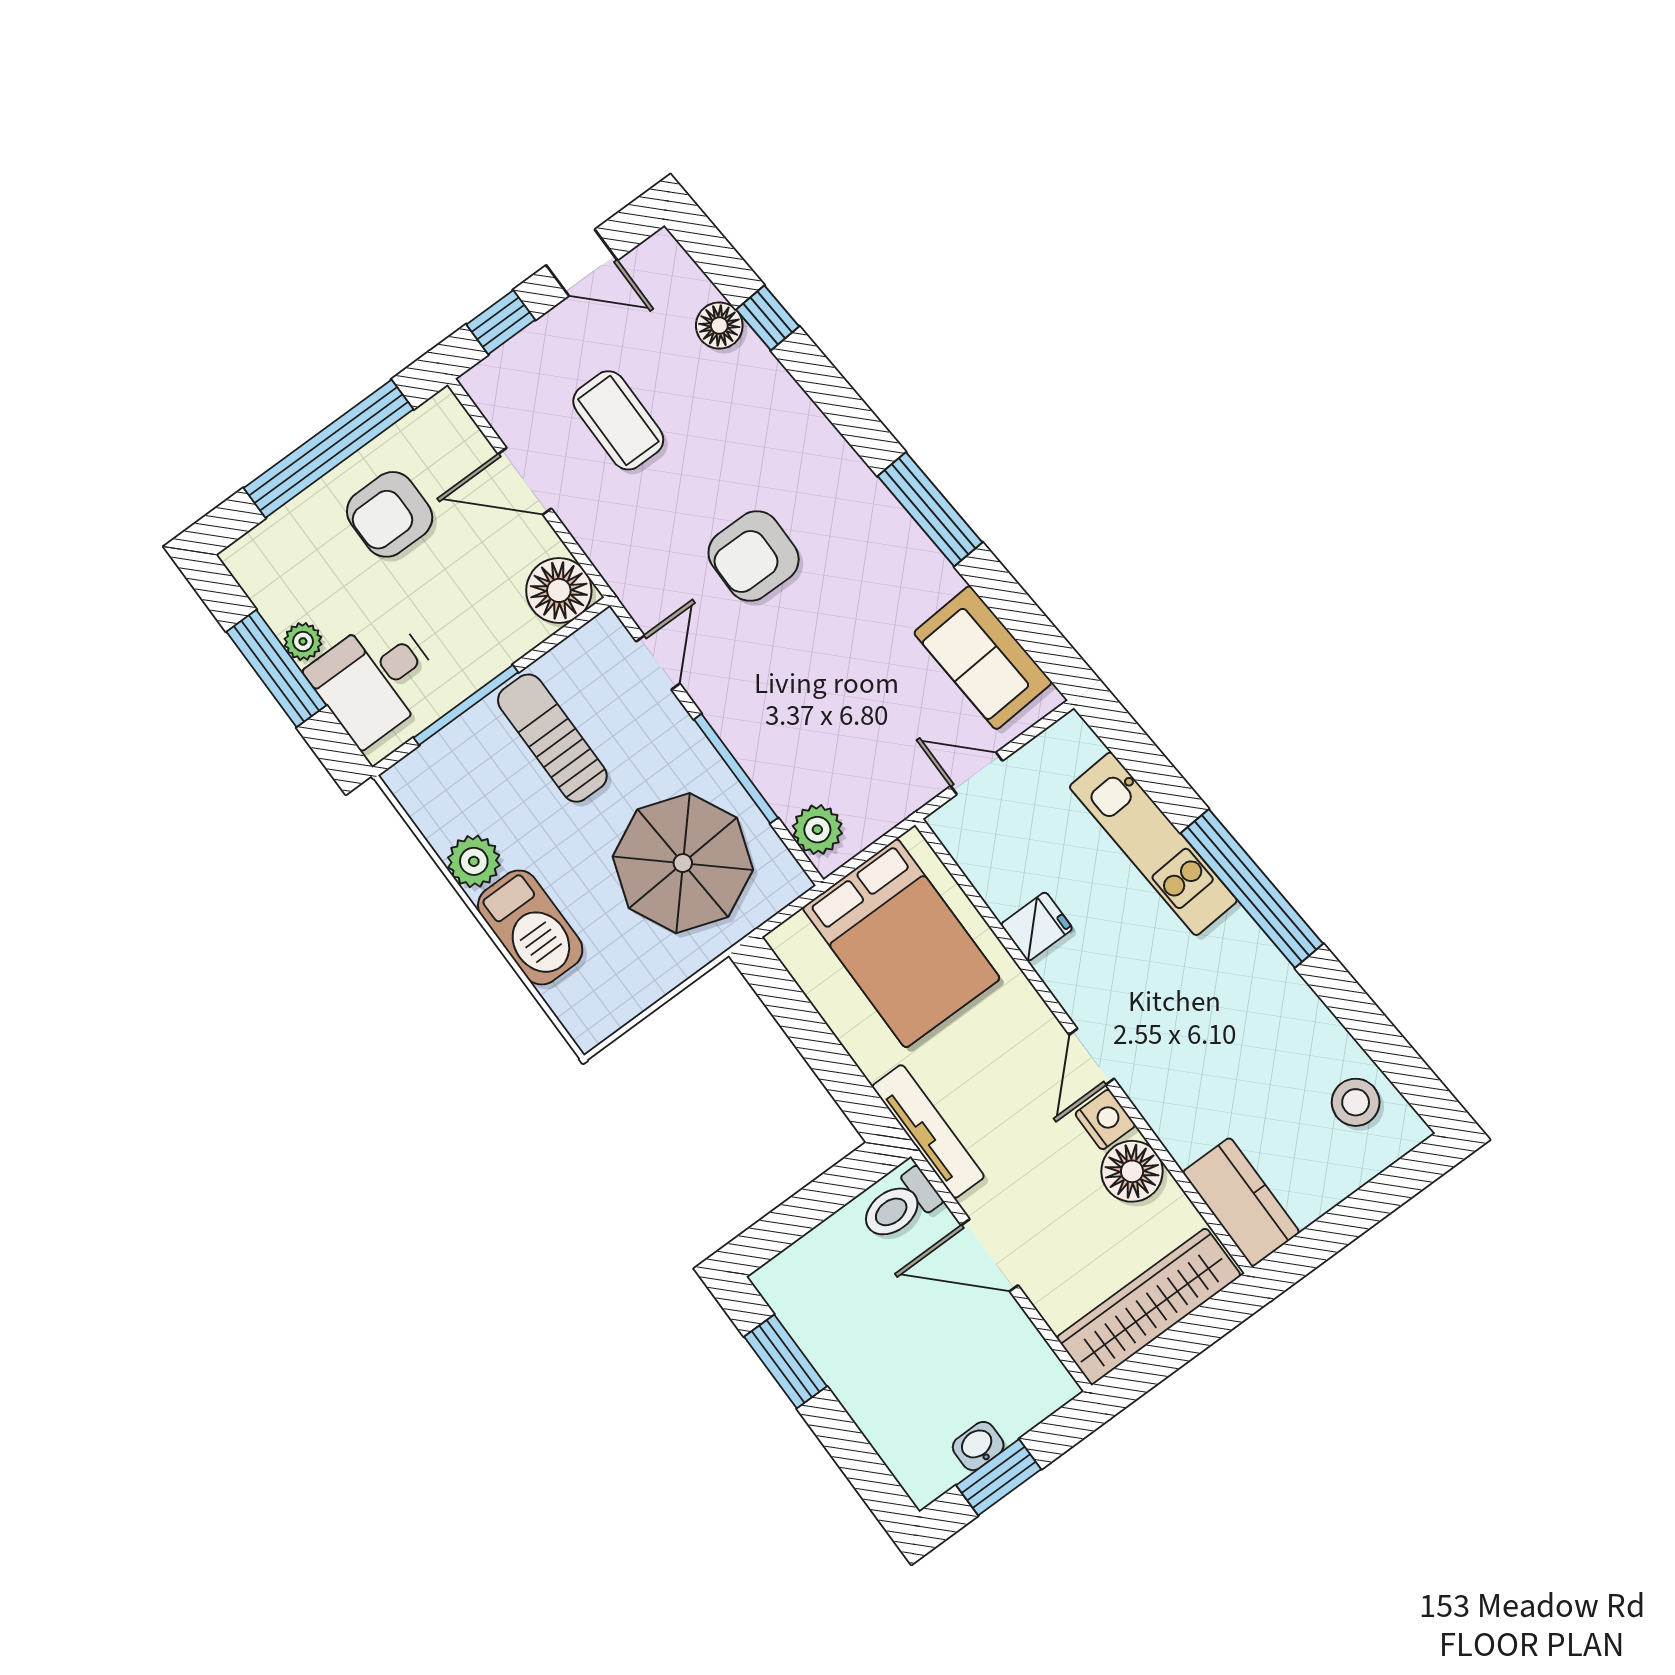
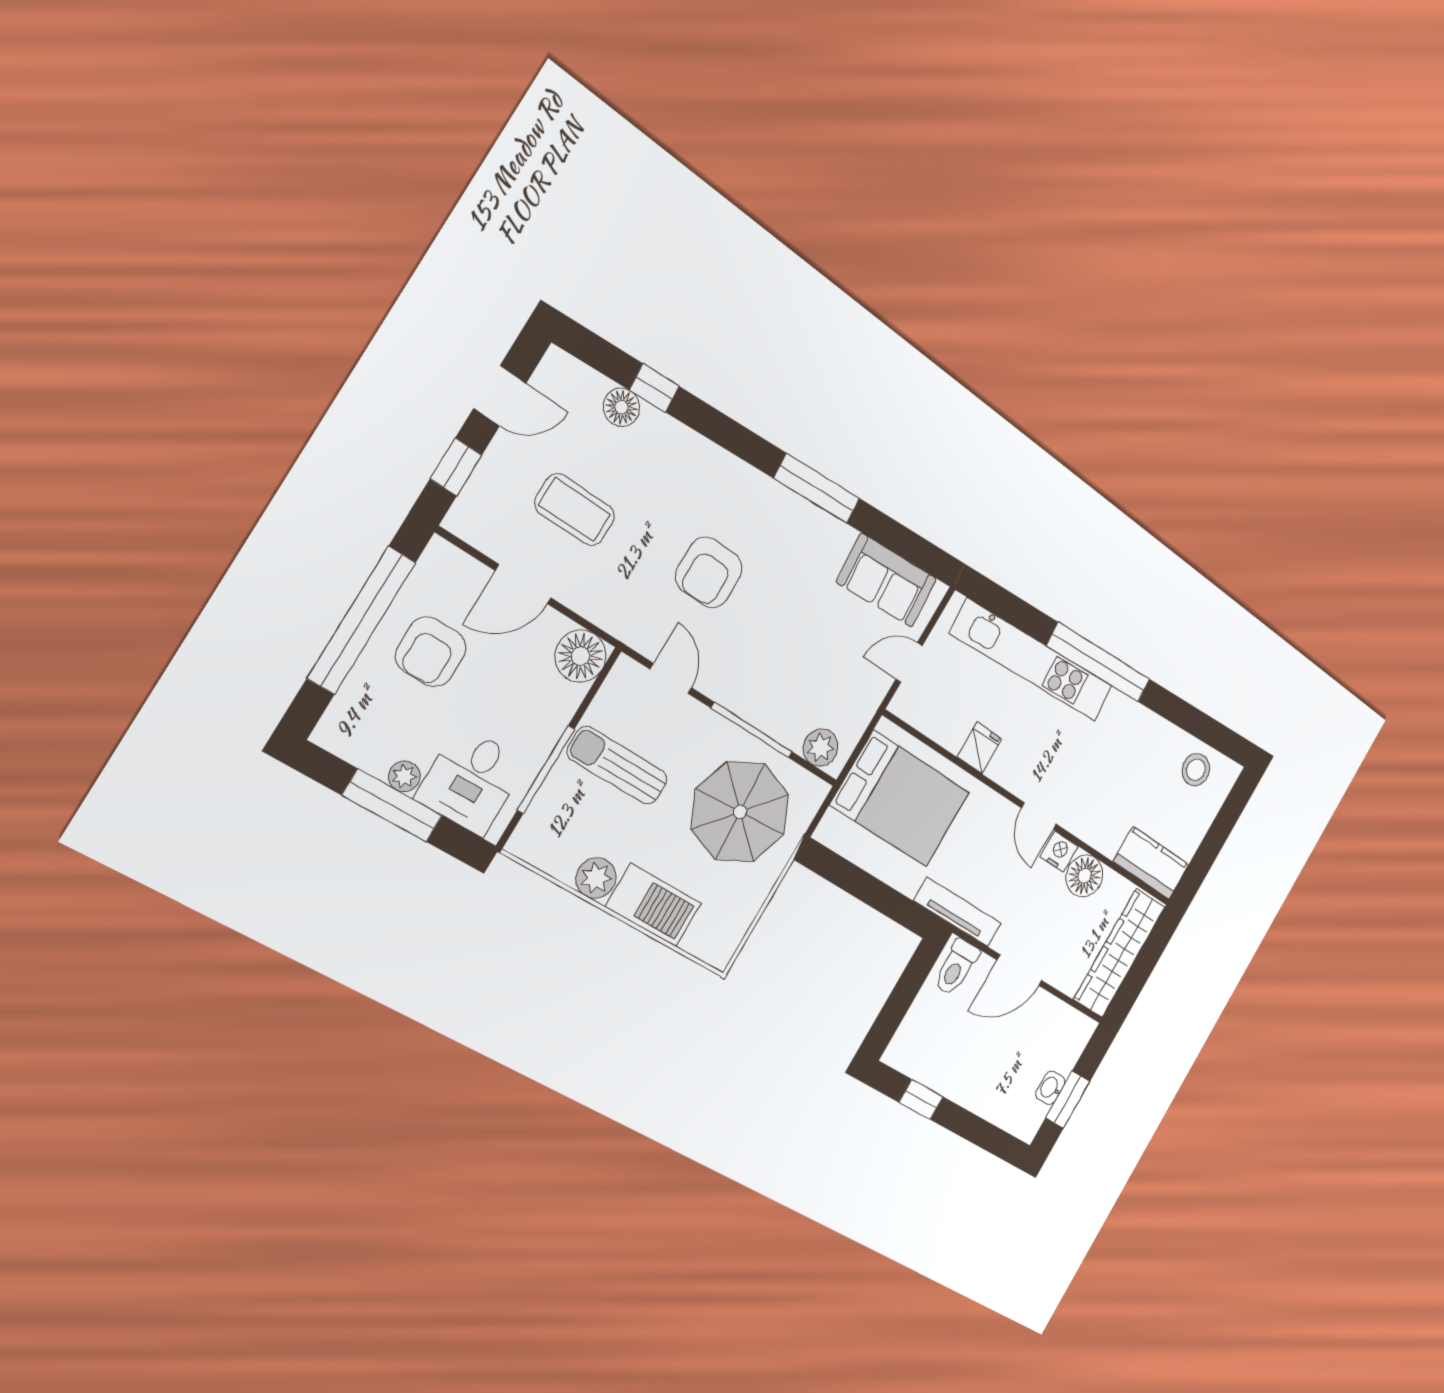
kitchen unit: (1153, 844) -> (1032, 660), width x1.36
window: (785, 1362) -> (921, 1100), width x0.67

